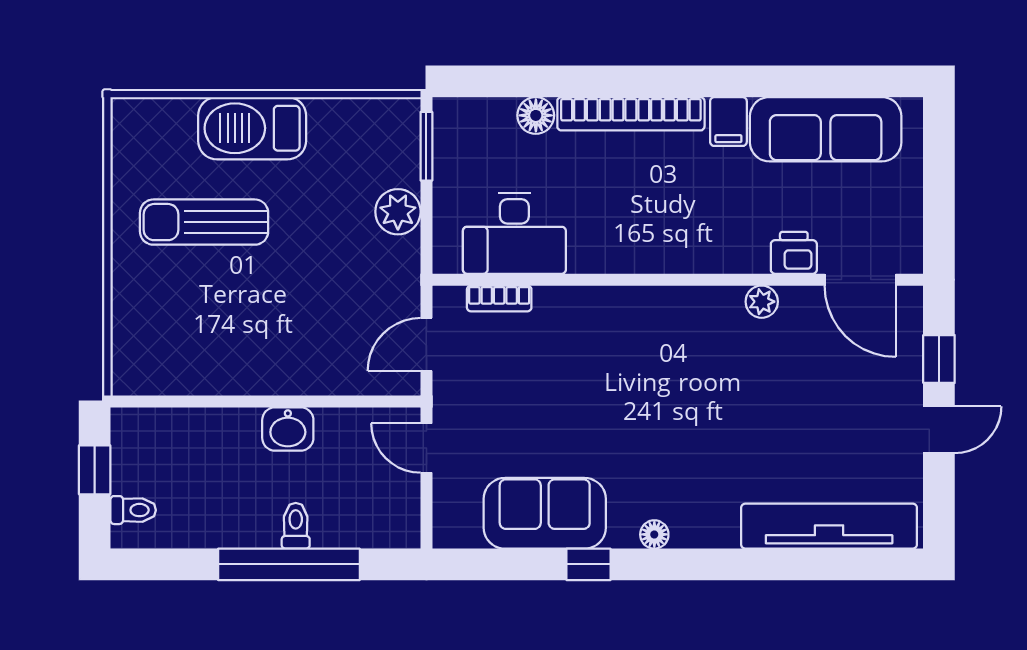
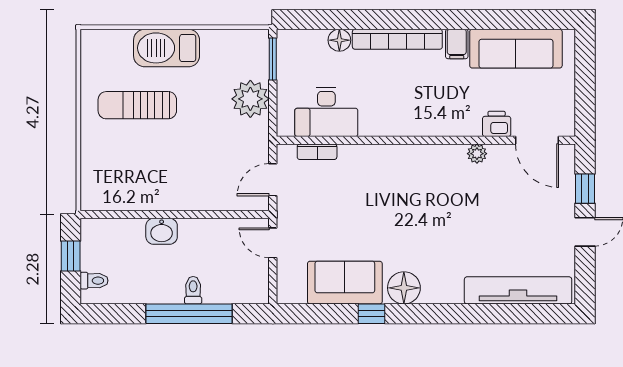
plant: (398, 212) -> (250, 99), width x1.36, depth x1.36
washbasin: (288, 429) -> (162, 231), moved
floor lamp: (654, 534) -> (404, 288), width x1.89, depth x1.89

